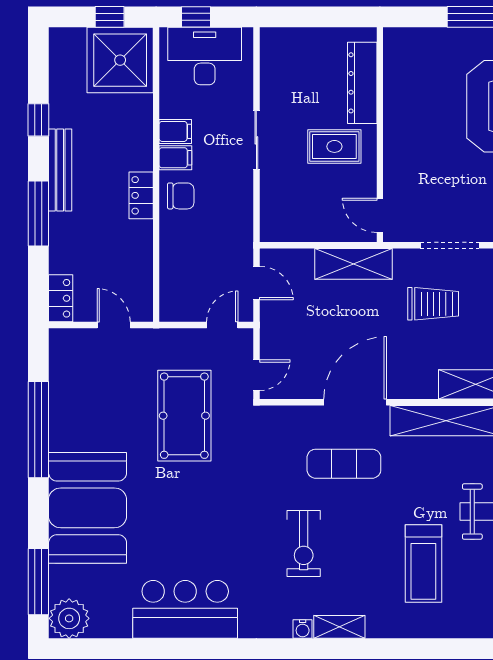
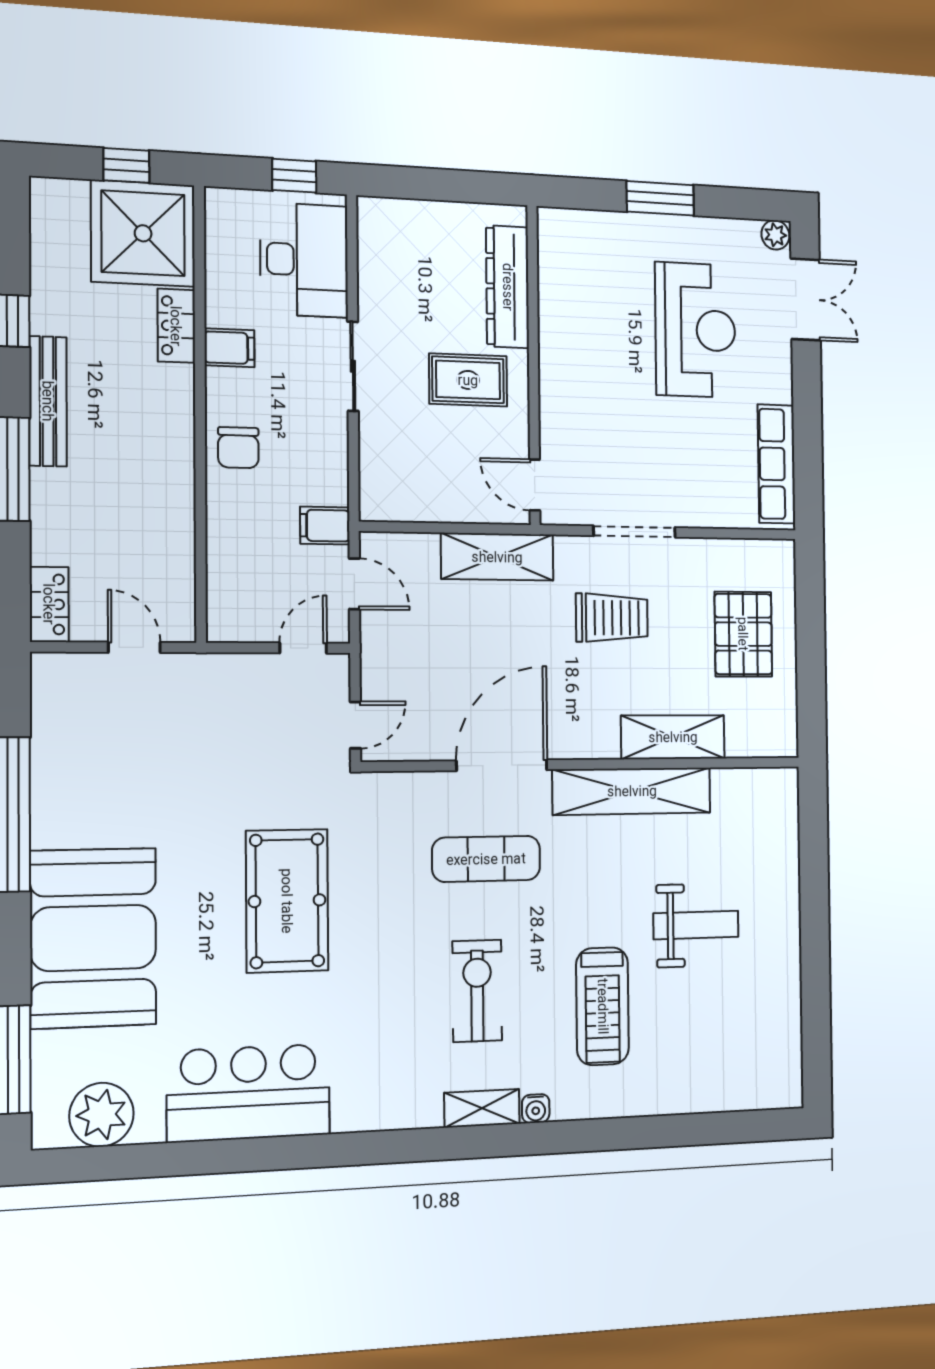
window: (196, 17) -> (294, 176), moved
desk: (205, 56) -> (304, 260), moved, turned 90
filing cabinet: (175, 158) -> (325, 526), moved, turned 180
locker: (141, 195) -> (176, 326), moved
chair: (181, 196) -> (238, 448), turned 90
pool table: (184, 416) -> (287, 901), moved
exercise bike: (304, 543) -> (477, 991), moved, turned 180
plant: (69, 618) -> (101, 1115), moved
water cooler: (303, 629) -> (536, 1109), moved

